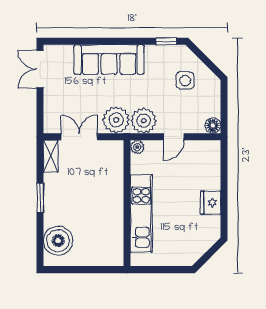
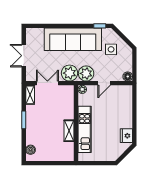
sofa: (109, 60) -> (73, 39), width x1.36, depth x1.27
double door: (40, 69) -> (24, 56), moved
fridge: (211, 203) -> (126, 136), moved
shelving: (115, 216) -> (69, 131), added
boiler: (58, 241) -> (31, 150), width x0.54, depth x0.54

